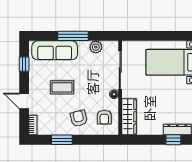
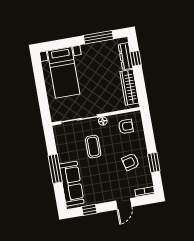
plant: (96, 47) -> (62, 146), removed
coffee table: (62, 87) -> (93, 147), moved
wardrobe: (129, 117) -> (129, 87), moved, turned -90
armchair: (79, 118) -> (131, 162), moved

